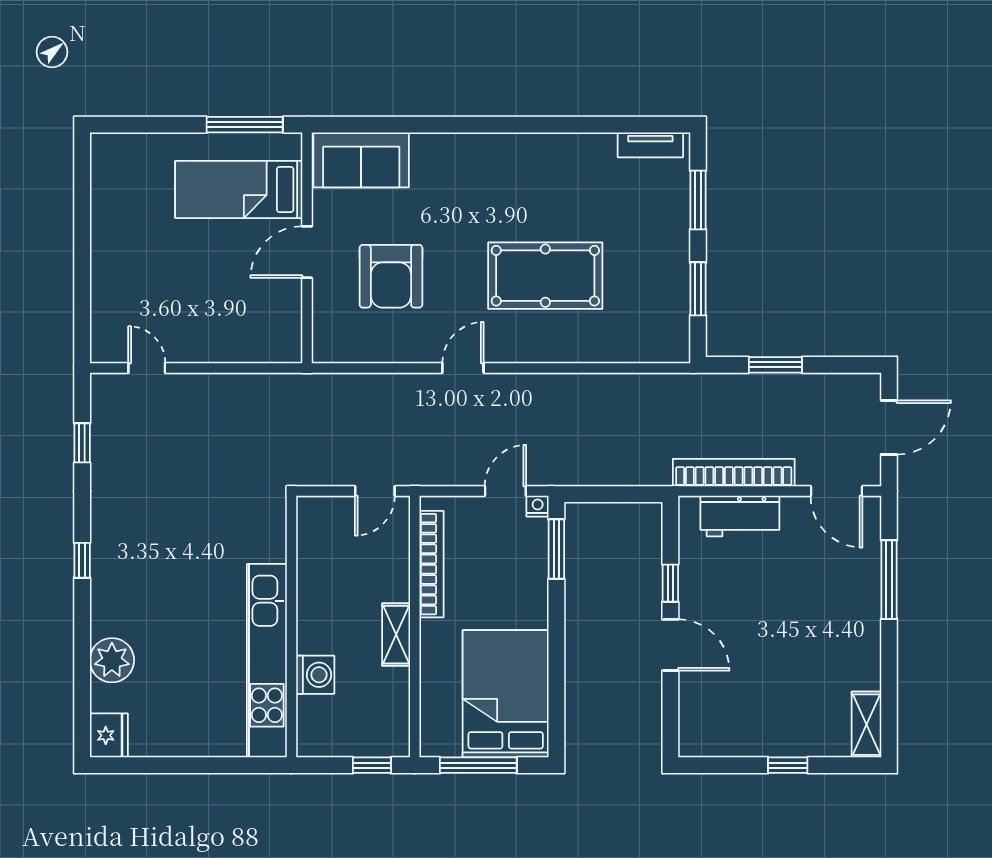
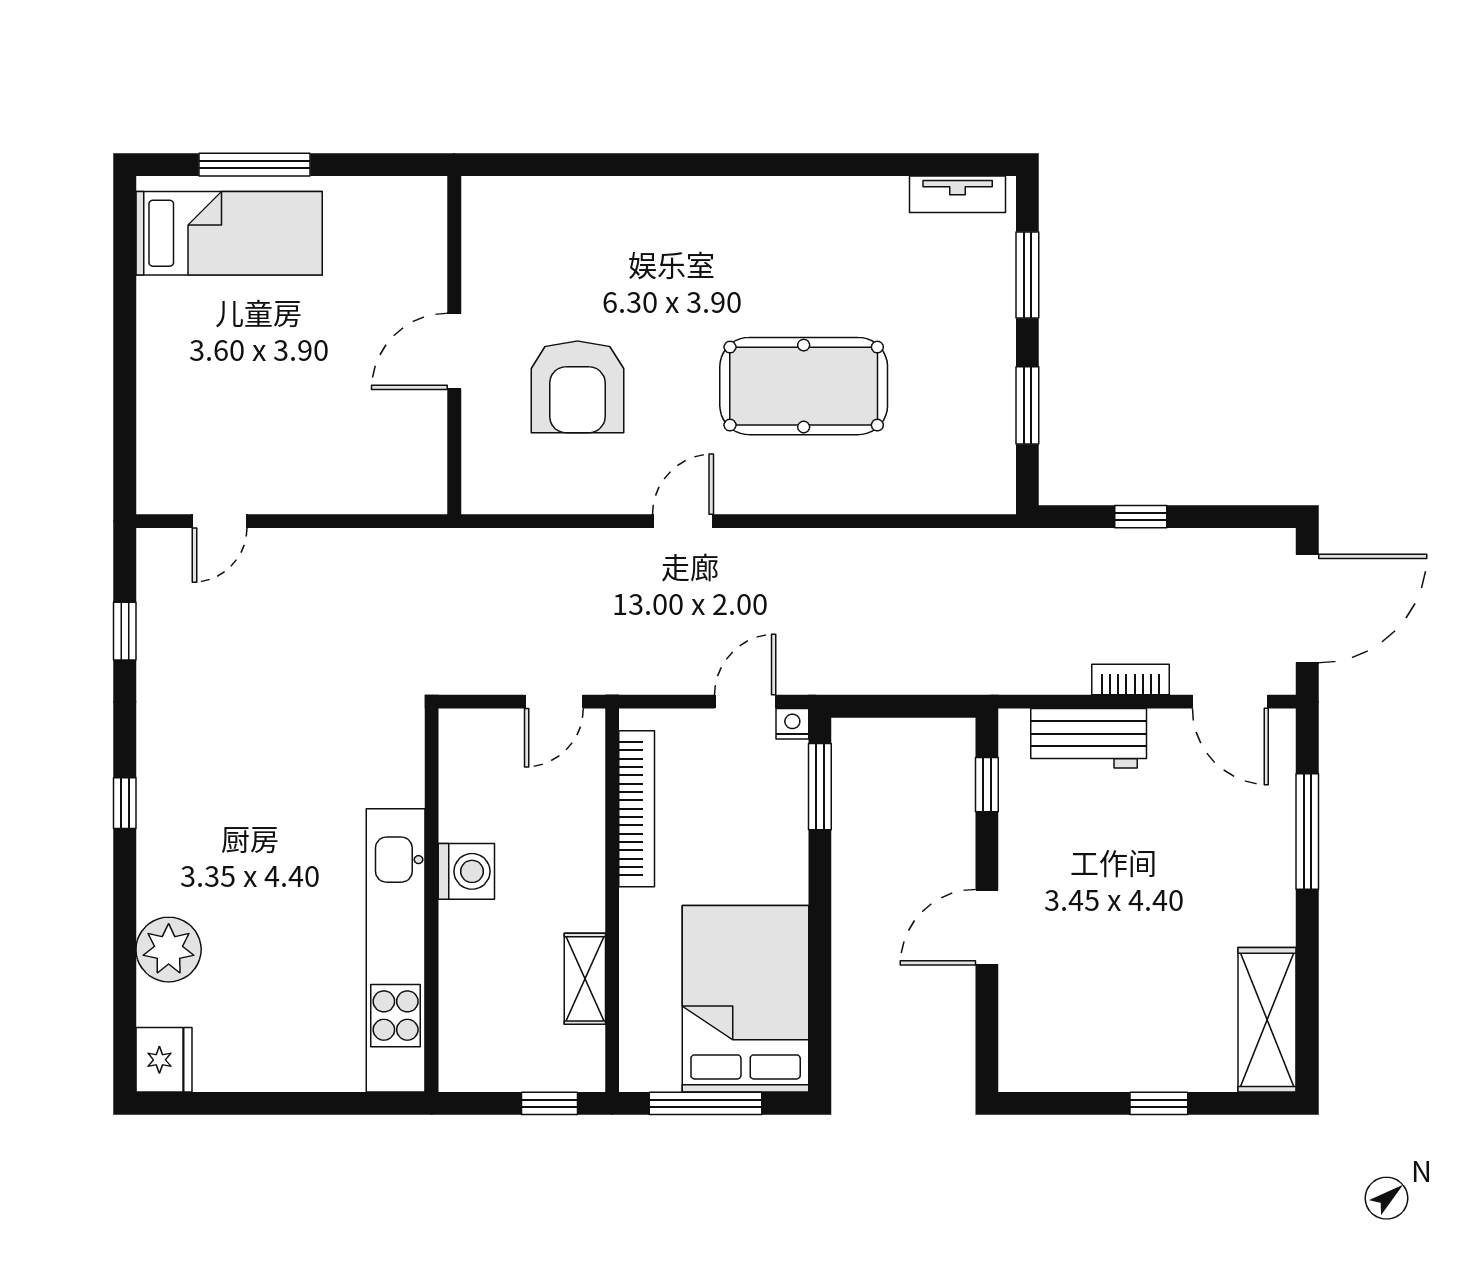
window: (245, 125) -> (255, 165), moved
sofa: (361, 160) -> (534, 216), removed
bed: (239, 190) -> (229, 233), moved, turned 180
window: (775, 365) -> (1141, 517), width x0.67
door: (147, 368) -> (220, 521), swing flipped
door: (889, 427) -> (1307, 608), width x1.36
bookcase: (734, 473) -> (1130, 680), width x0.43, depth x0.76
window: (670, 583) -> (987, 785), moved
shelving: (396, 635) -> (585, 979), moved
door: (670, 645) -> (987, 927), swing flipped
washing machine: (315, 675) -> (466, 871), moved
shelving: (866, 725) -> (1267, 1020), width x1.50, depth x1.33

